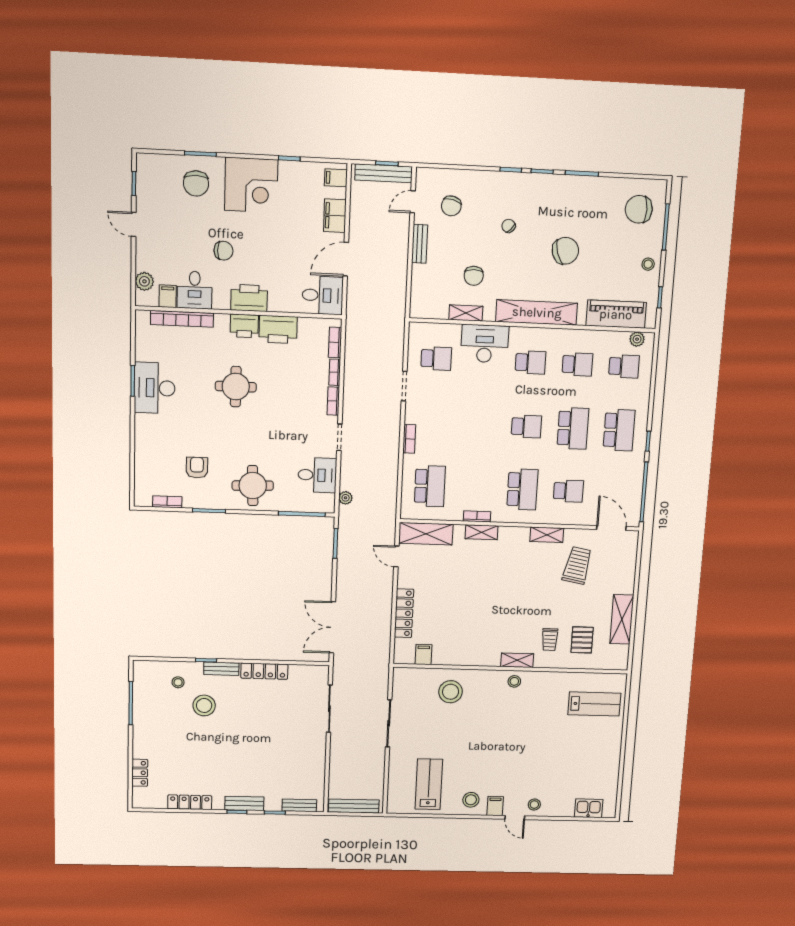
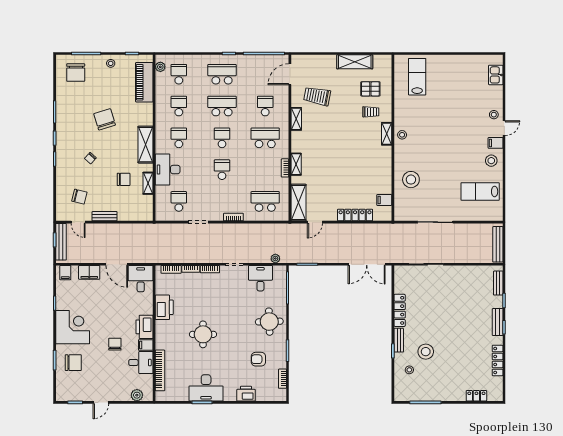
filing cabinet: (168, 296) -> (146, 345), moved
shelving: (537, 312) -> (146, 145), width x0.68
printer: (244, 326) -> (246, 394), moved, turned -90
school desk: (480, 425) -> (222, 170), added

